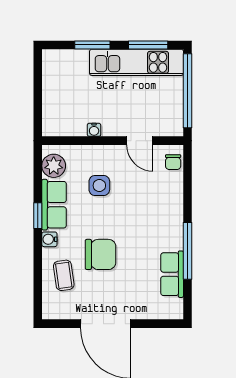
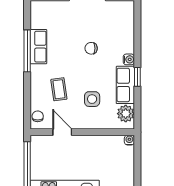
water cooler: (94, 130) -> (129, 140), moved
chair: (101, 254) -> (91, 48), width x0.54, depth x0.54
row of seats: (172, 274) -> (38, 47), moved
coffee table: (64, 275) -> (59, 89), moved

